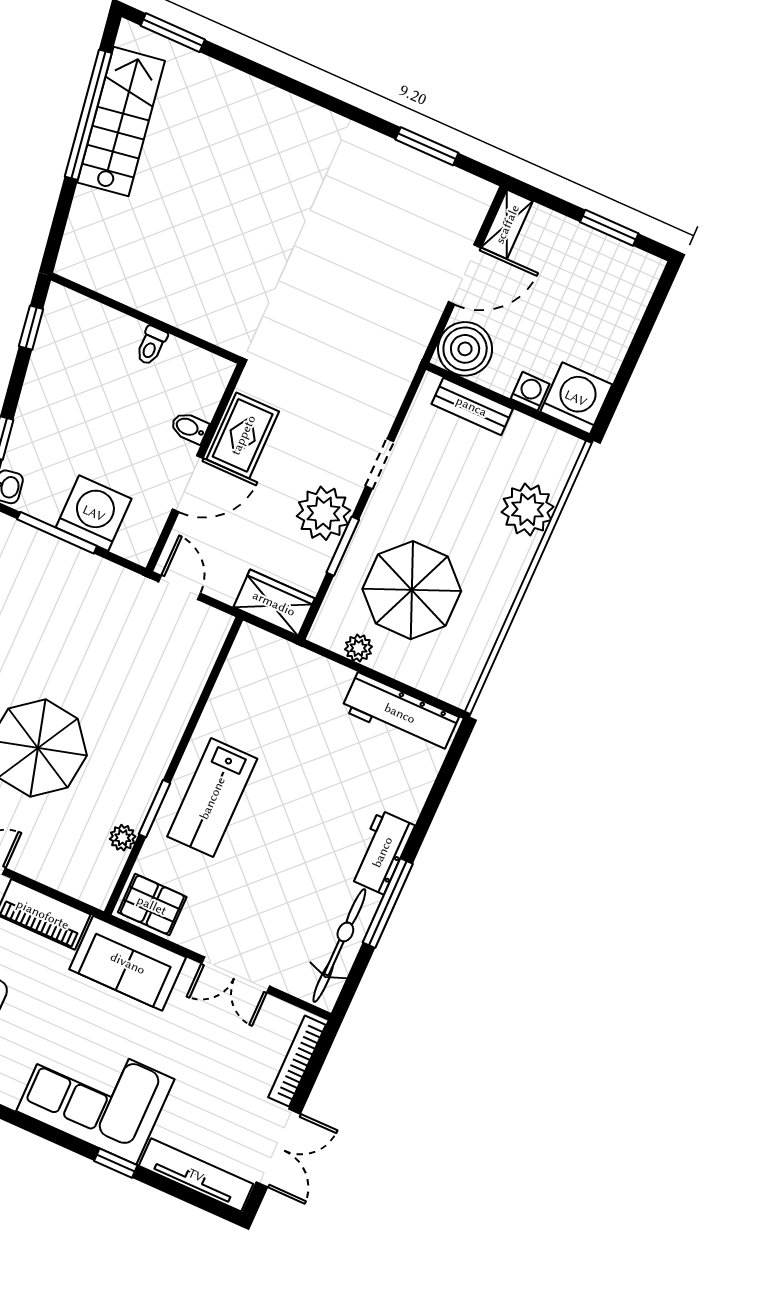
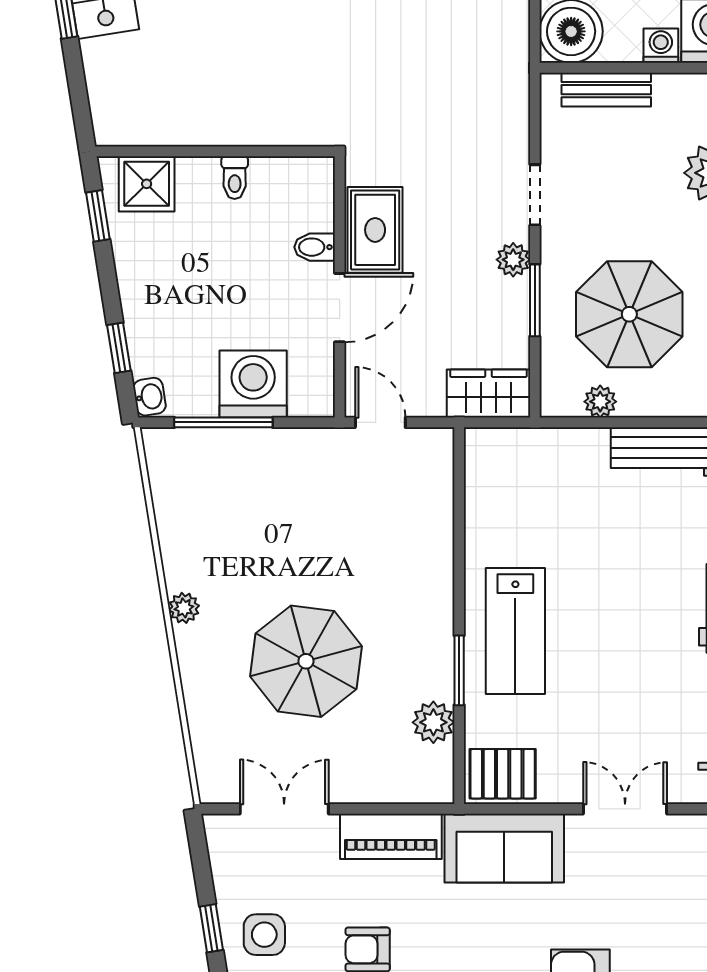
shower: (80, 320) -> (147, 184), added
plant: (323, 513) -> (513, 260), width x0.53, depth x0.53
plant: (123, 838) -> (433, 722), width x1.38, depth x1.38
double door: (236, 975) -> (625, 809), swing flipped

